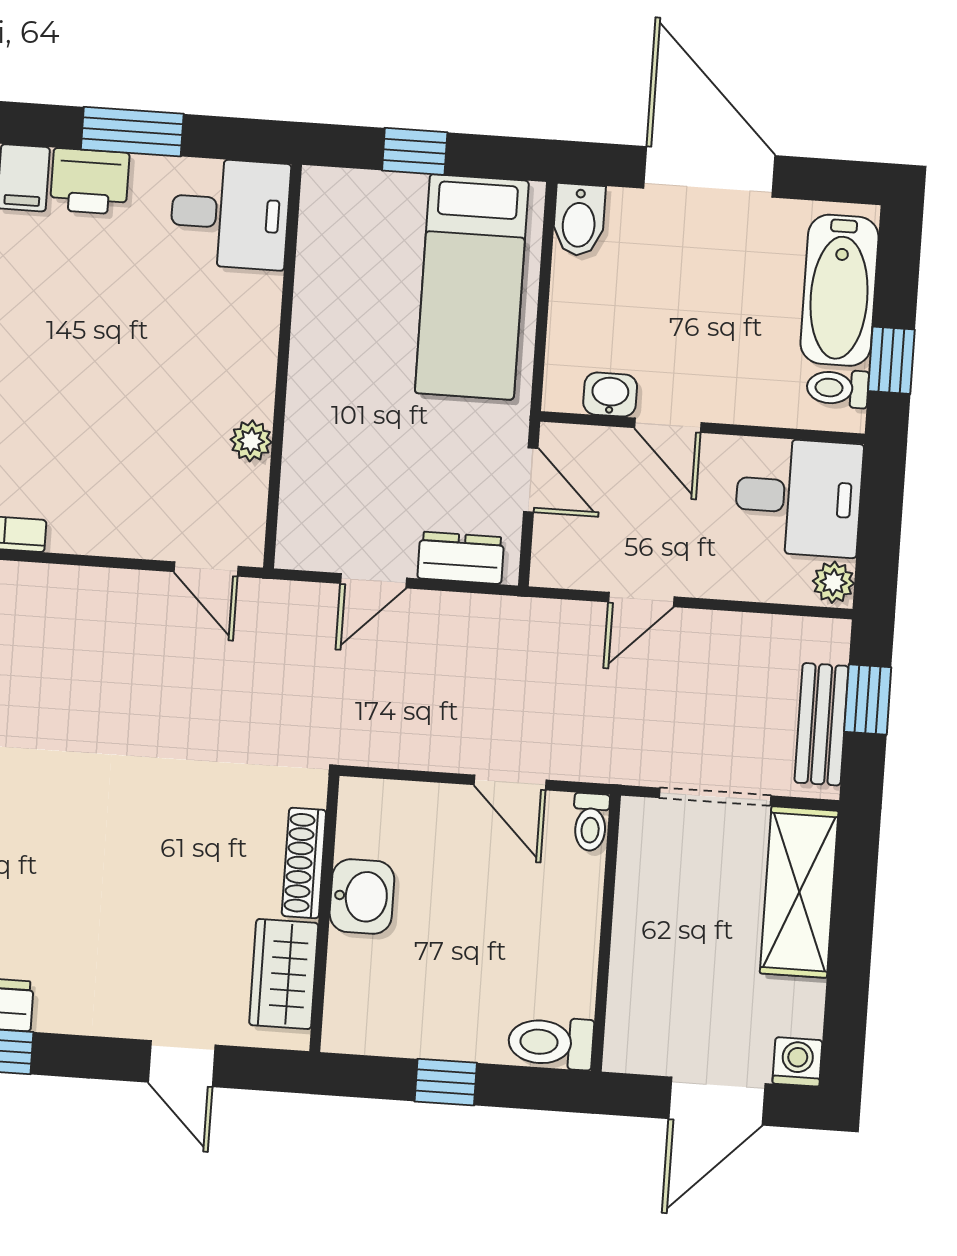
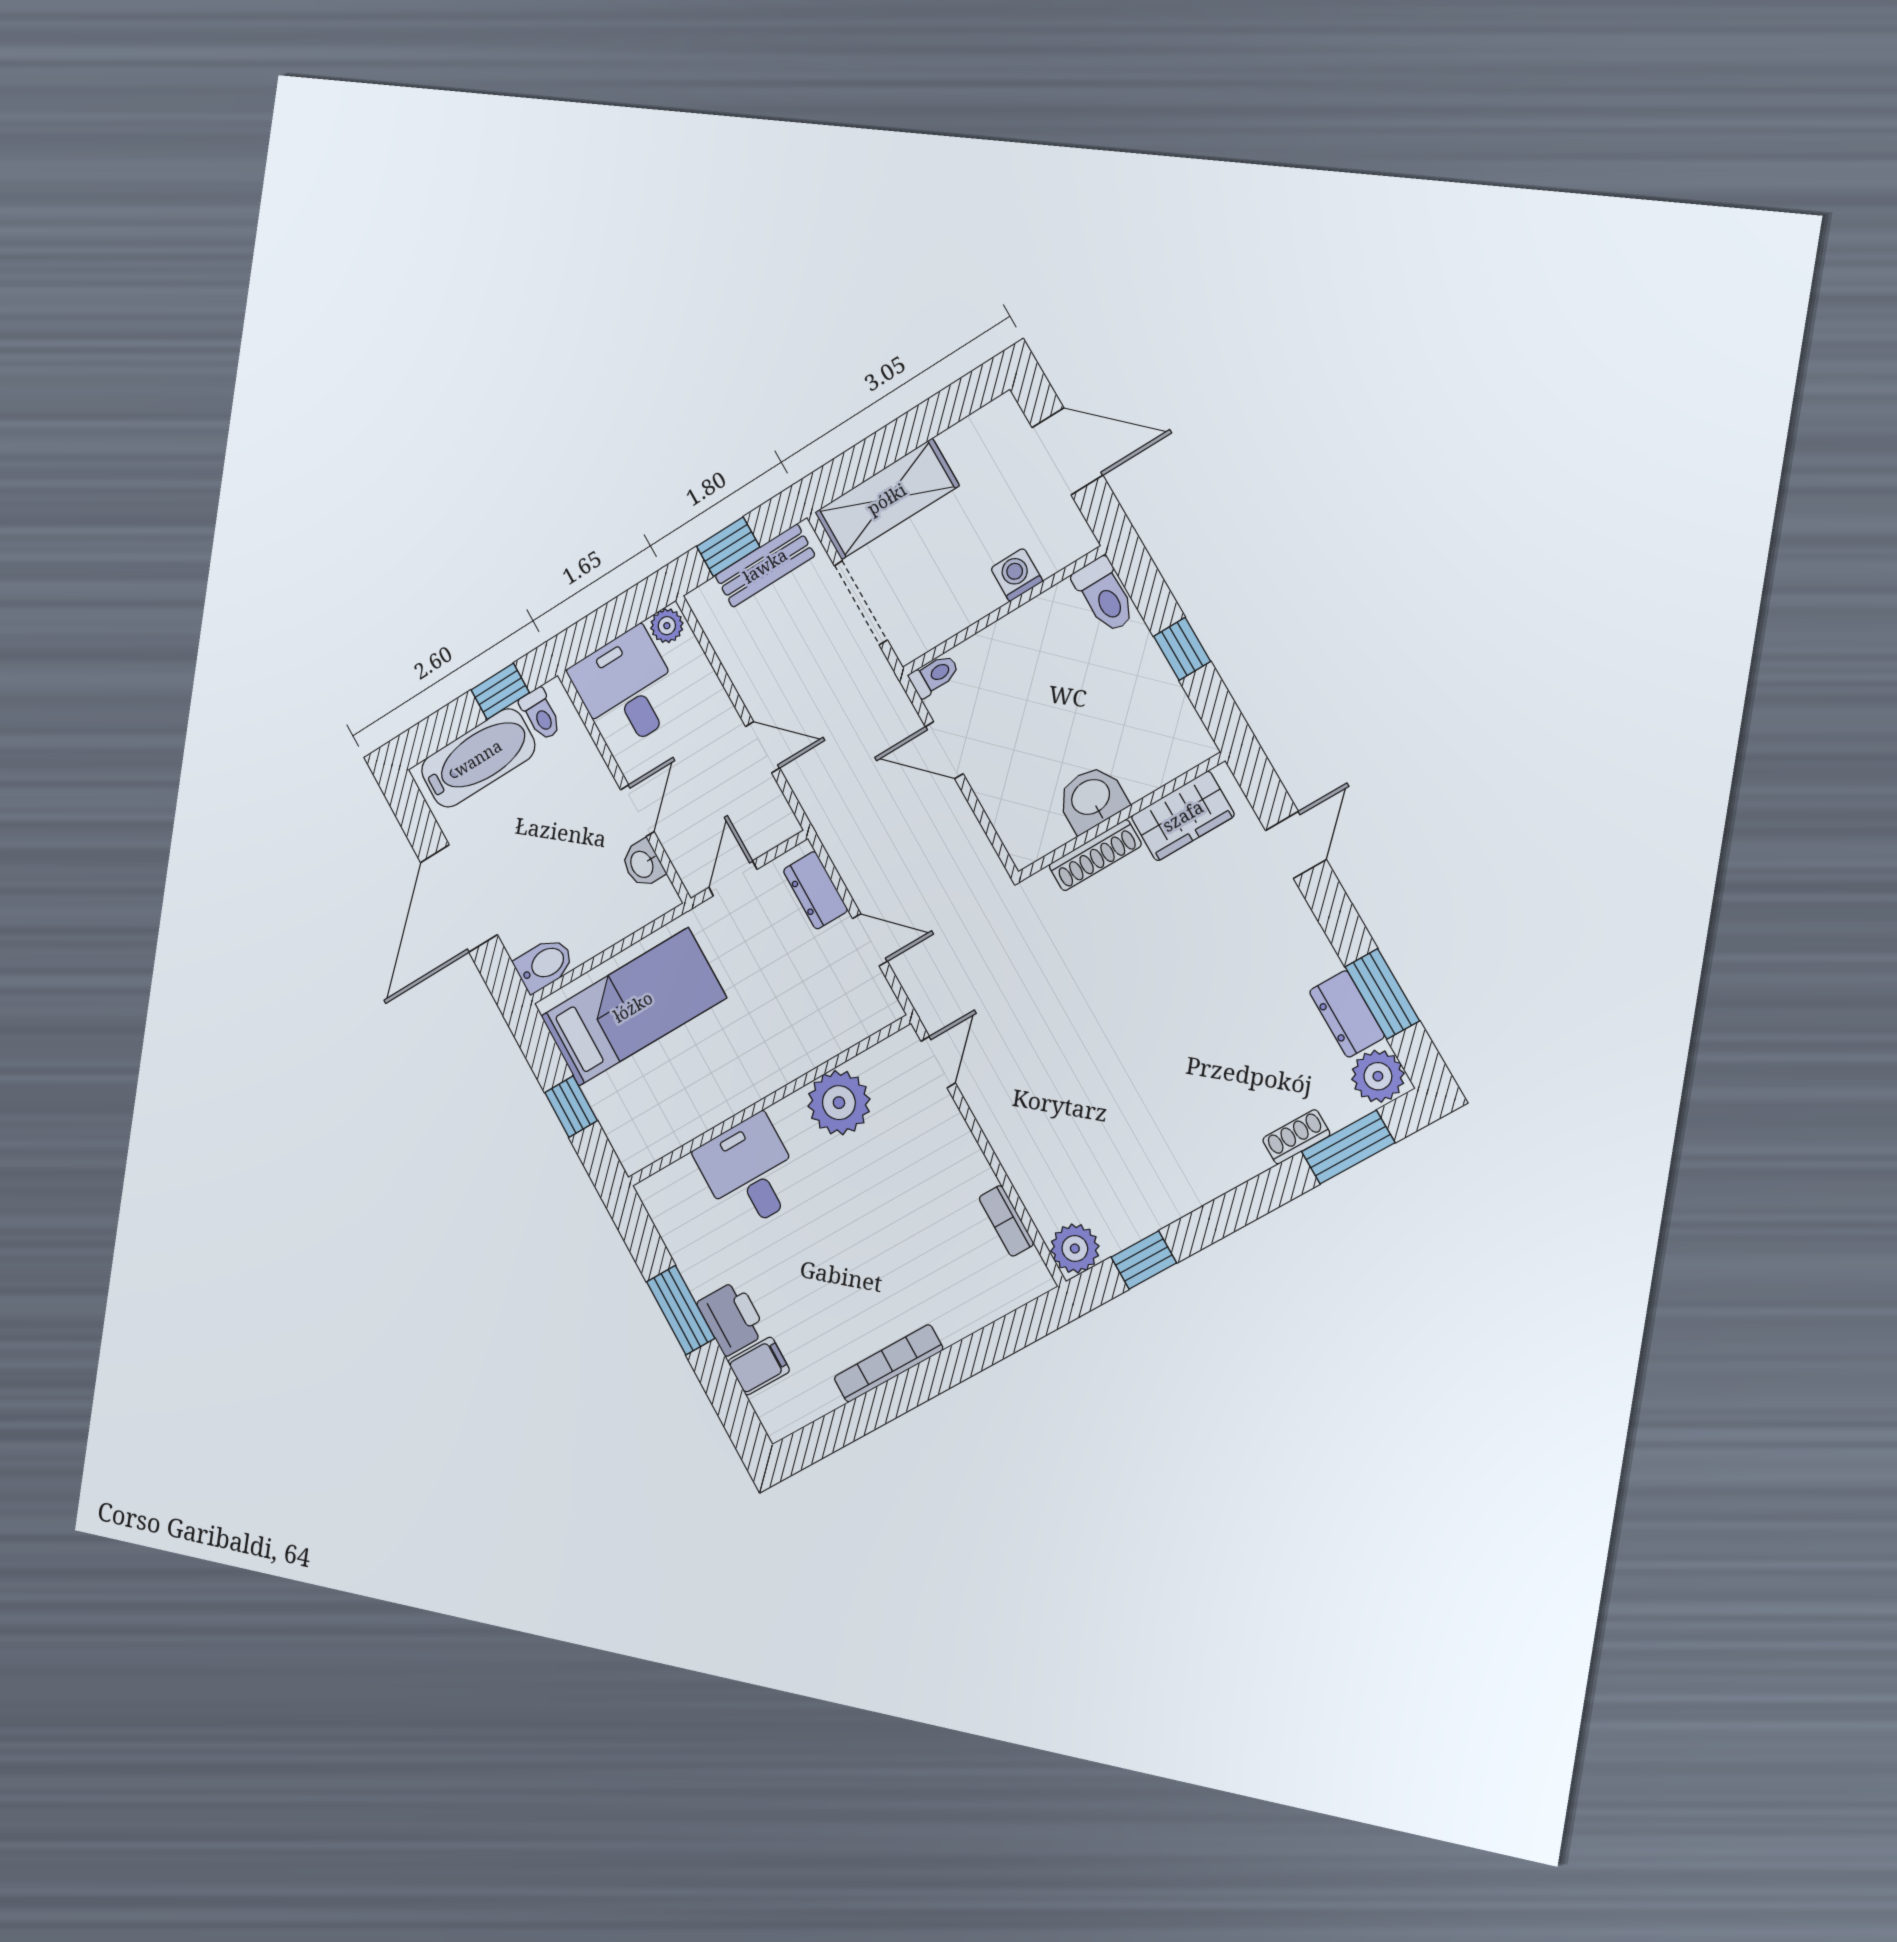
desk: (230, 214) -> (750, 1172), moved
plant: (251, 441) -> (839, 1103), width x1.88, depth x1.88
door: (510, 782) -> (944, 750), swing flipped
washing machine: (797, 1062) -> (1017, 575), moved, turned 90

